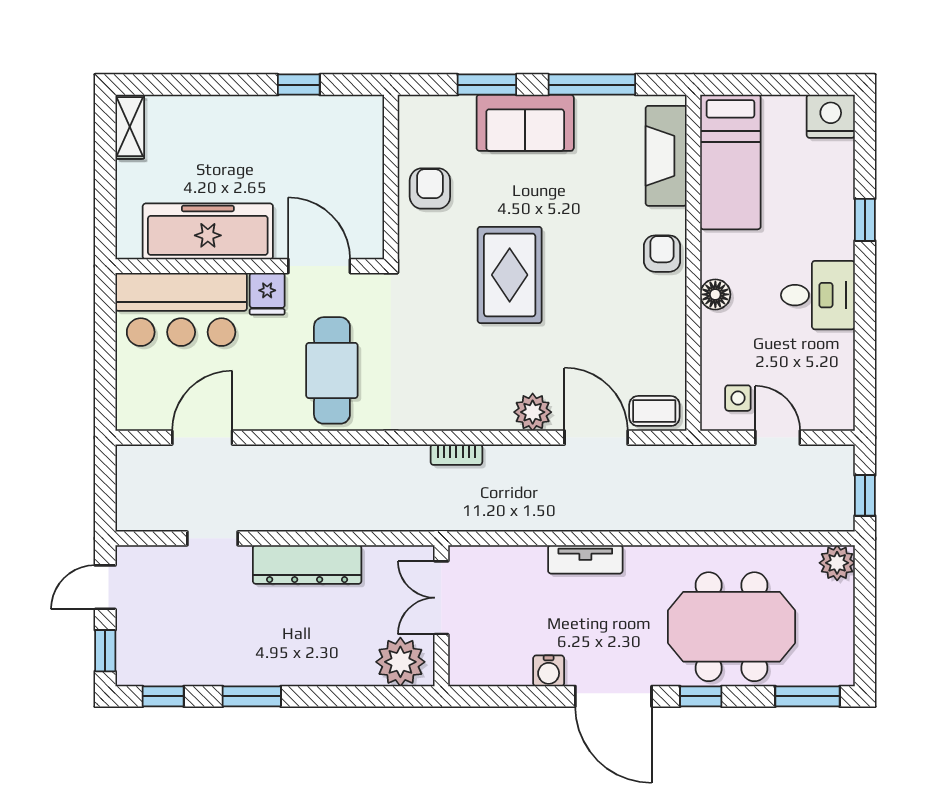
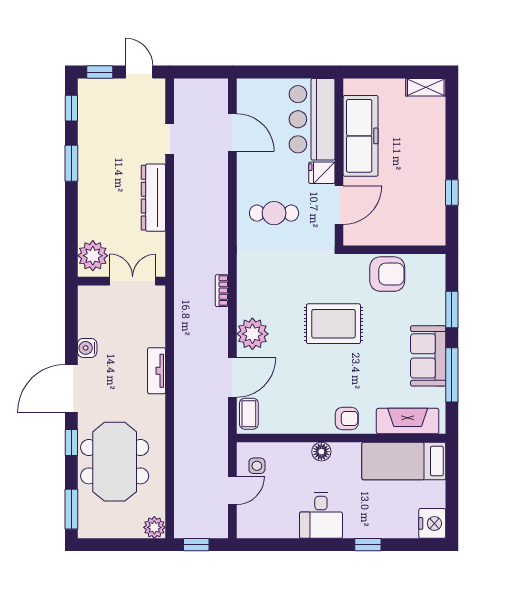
sofa: (525, 123) -> (428, 356), moved
armchair: (430, 189) -> (387, 274), width x1.38, depth x1.38
cafe table: (332, 370) -> (274, 213), width x0.73, depth x0.74
plant: (533, 412) -> (252, 334), width x1.36, depth x1.36

